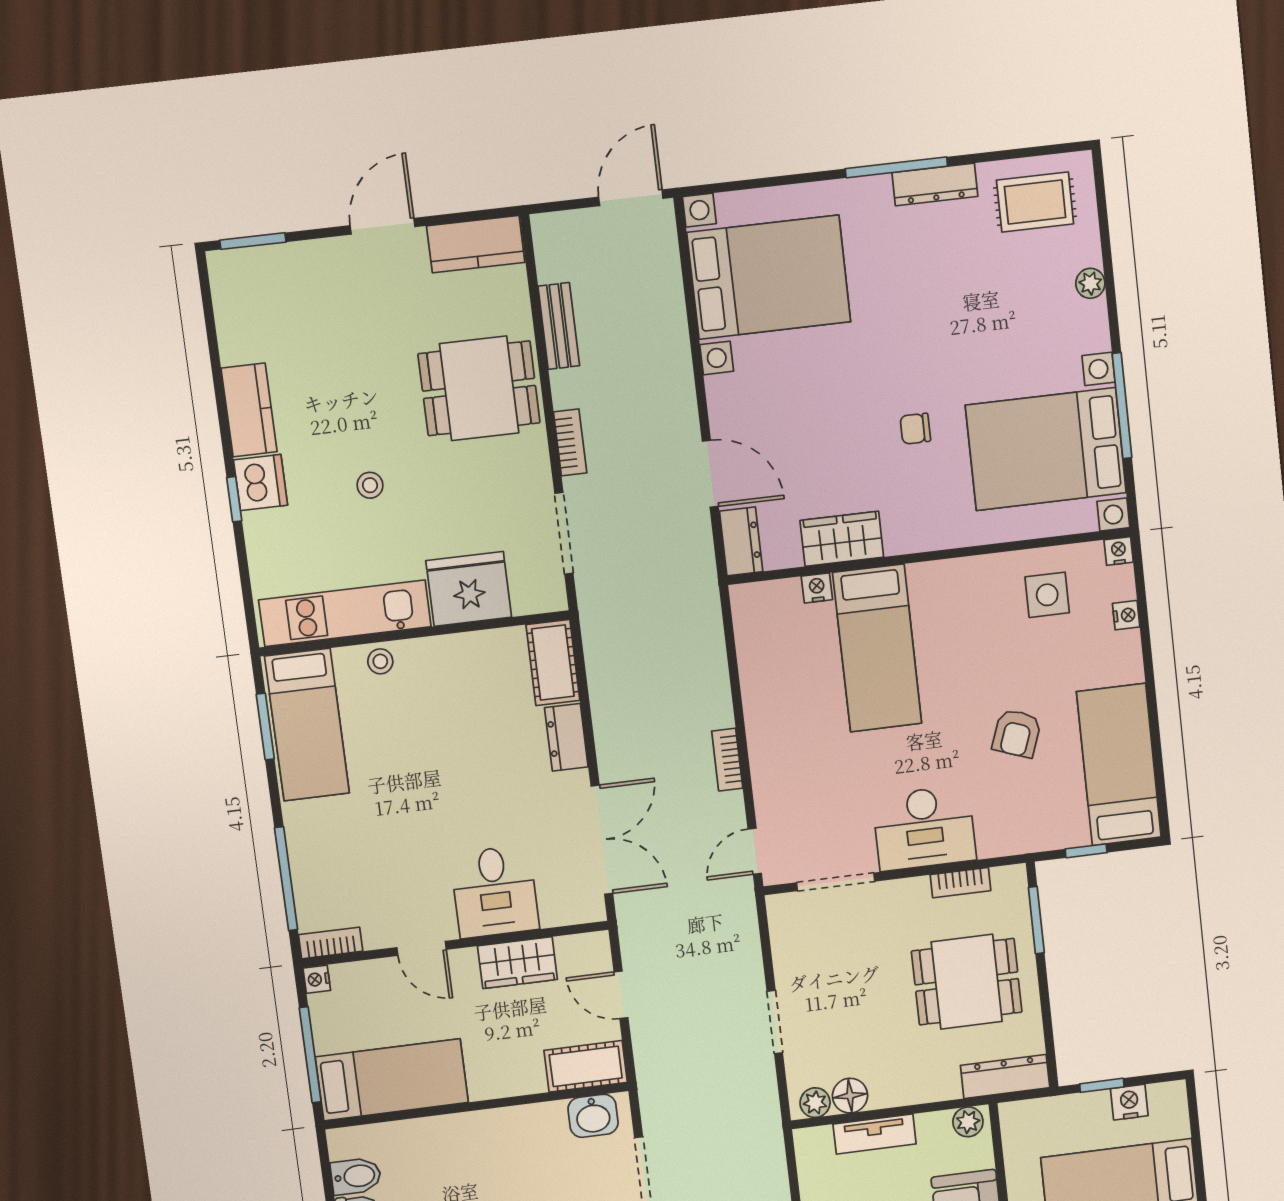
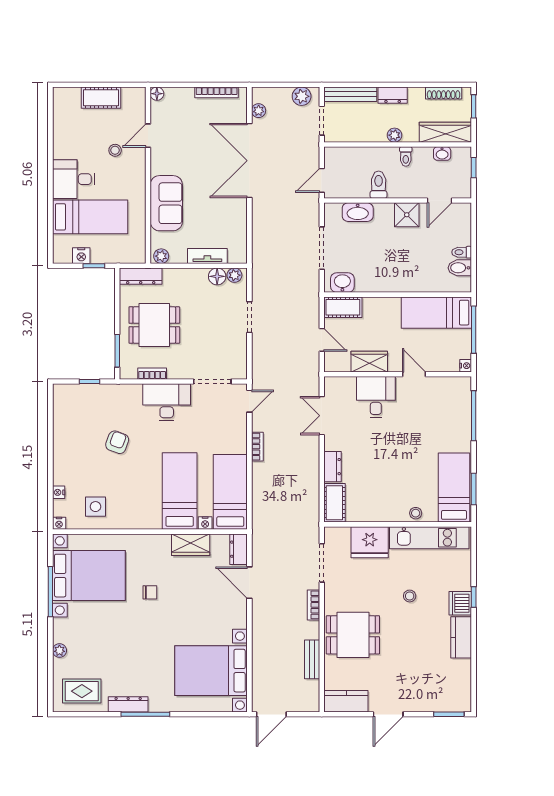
bed: (1119, 765) -> (230, 492), moved, turned 180
double door: (602, 840) -> (322, 416), width x0.73
bookcase: (331, 943) -> (457, 382), removed

